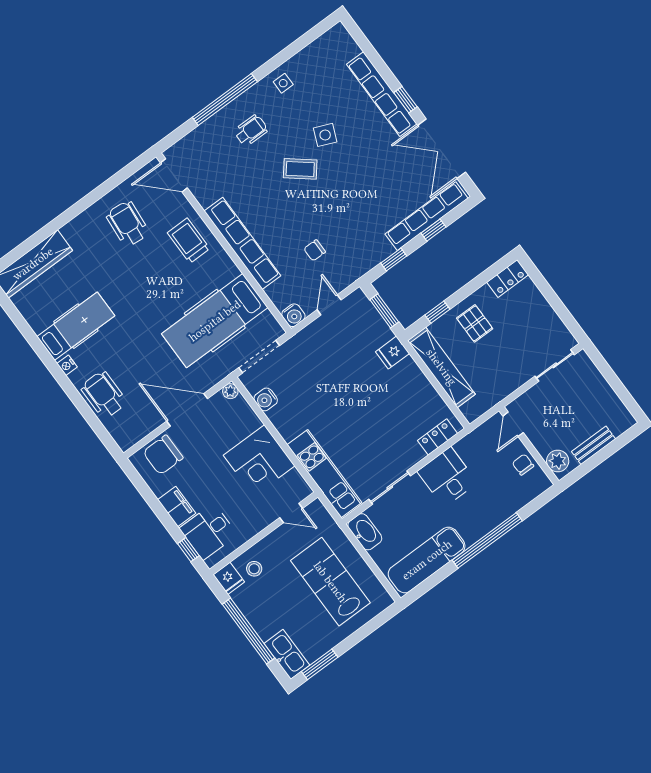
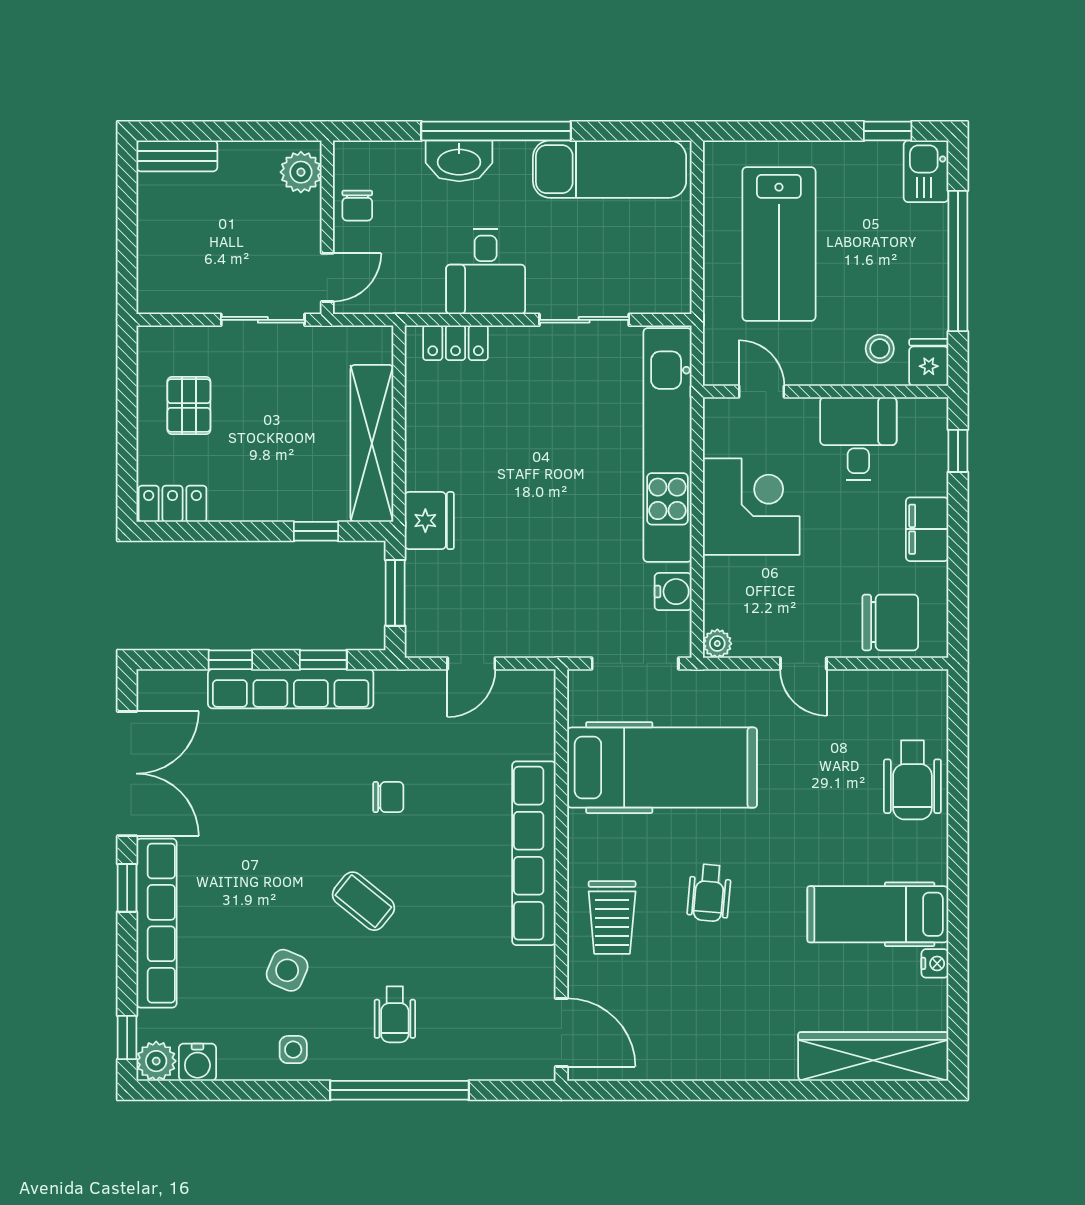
plant: (338, 35) -> (156, 1061), added
window: (358, 36) -> (127, 1037), added
wheelchair: (251, 130) -> (395, 1014), turned -90
side table: (325, 135) -> (287, 970), moved
row of seats: (426, 216) -> (291, 689), moved
wheelchair: (128, 224) -> (709, 893), moved, width x0.73, depth x0.73
chair: (315, 250) -> (388, 797), moved
water cooler: (293, 315) -> (197, 1062), moved, turned 180
pallet: (475, 323) -> (189, 405), moved
fridge: (392, 353) -> (429, 521), width x1.38
nightstand: (67, 365) -> (935, 963), moved
sliding door: (555, 365) -> (263, 320), moved
door: (187, 410) -> (803, 663), width x0.53
bench: (593, 445) -> (177, 156), moved
kitchen unit: (324, 474) -> (667, 445), width x1.36
desk: (208, 531) -> (858, 438), moved, turned -90
washbasin: (365, 532) -> (459, 161), moved, turned -90
kitchen sink: (287, 654) -> (926, 171), width x0.73
window: (320, 664) -> (888, 131), width x0.67

